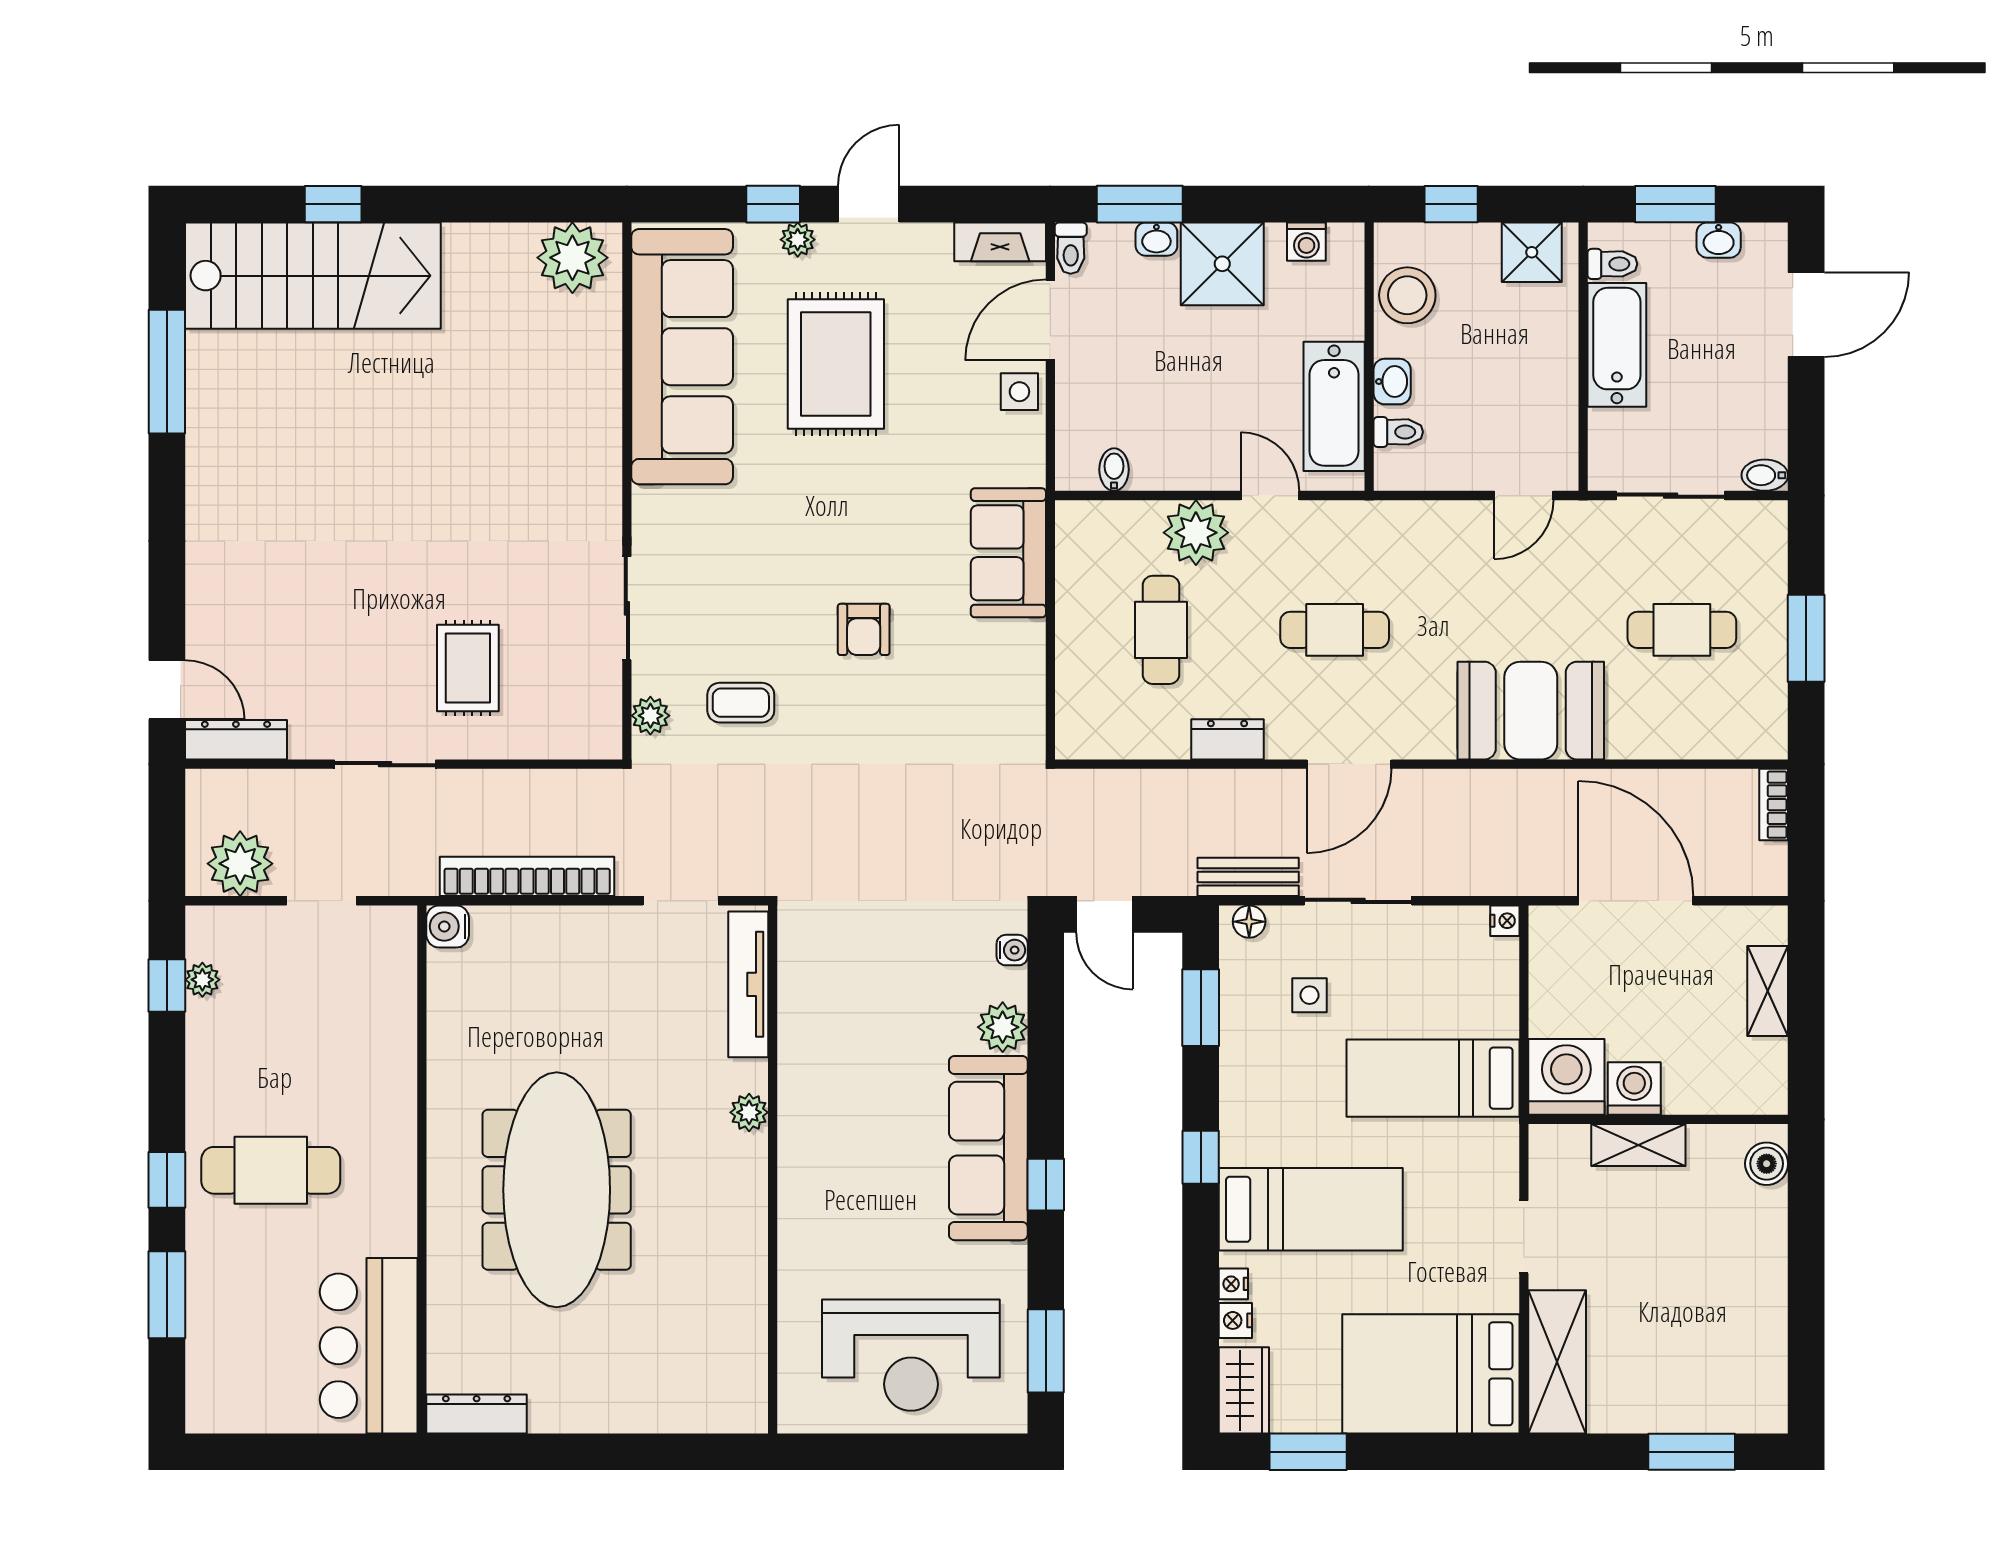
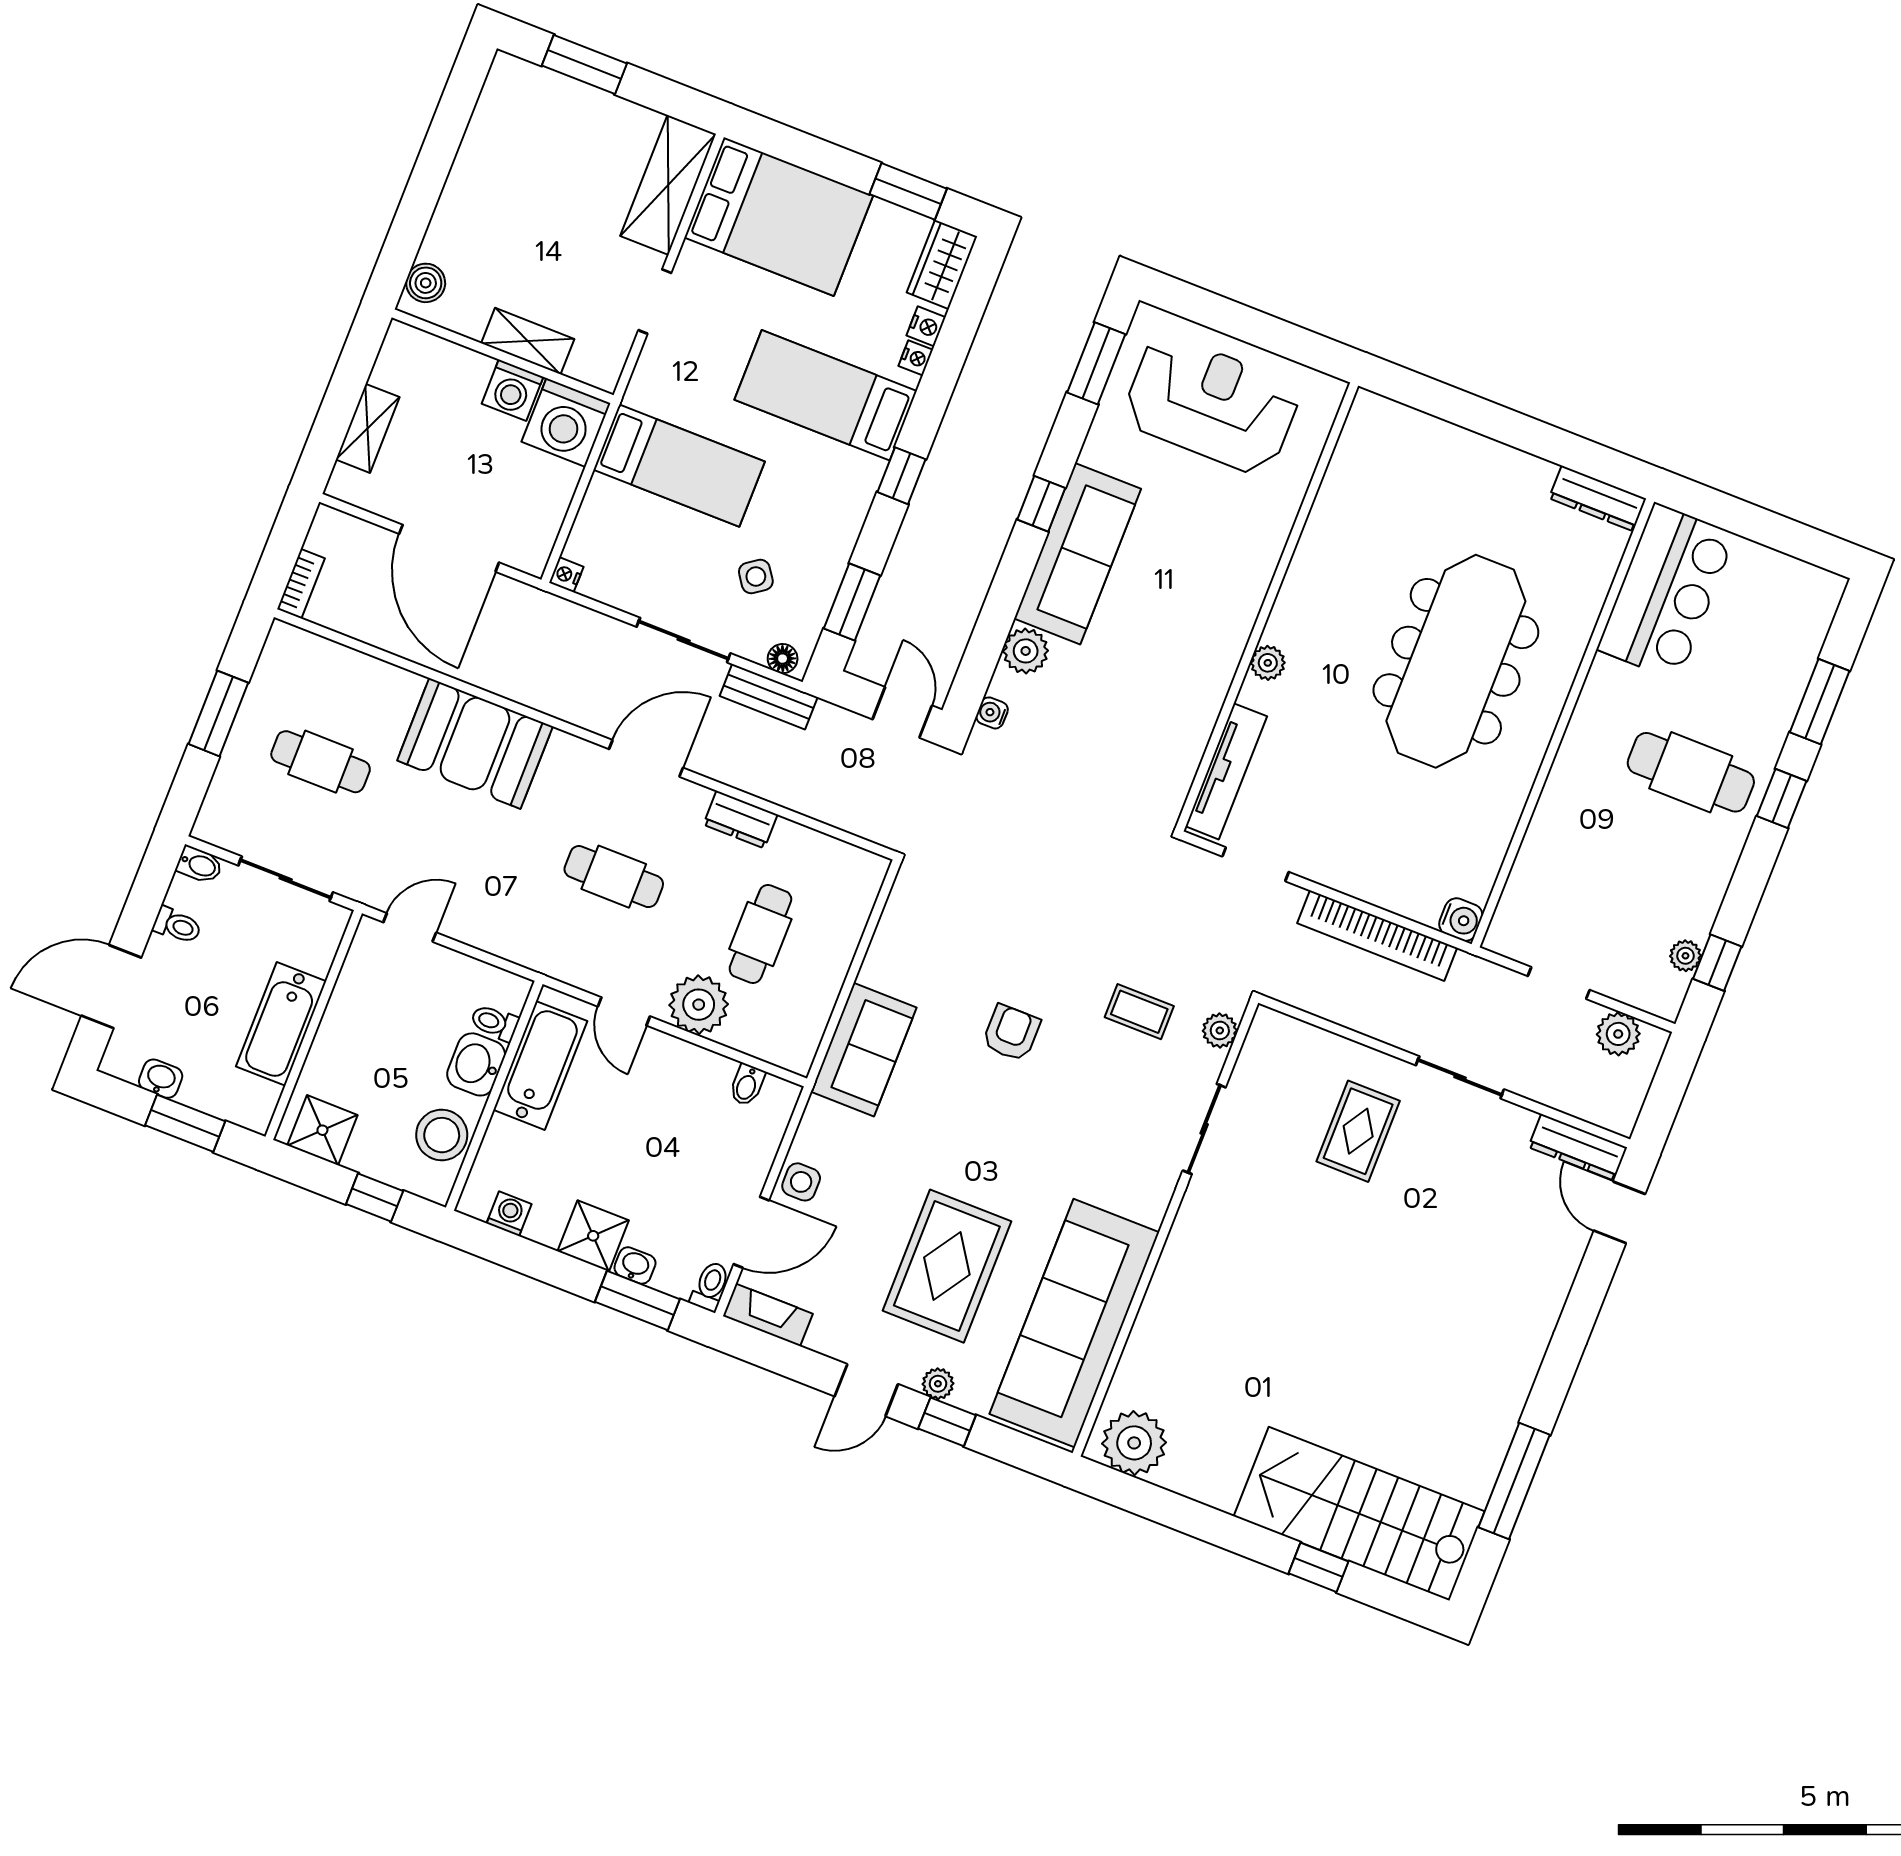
shower: (1222, 264) -> (593, 1236), width x0.73, depth x0.73
toilet: (1612, 264) -> (177, 925), moved, turned 180
washbasin: (1392, 382) -> (476, 1064), width x1.38, depth x1.45
plant: (240, 864) -> (1618, 1034), width x0.73, depth x0.73
side table: (1310, 995) -> (756, 576), turned -35

